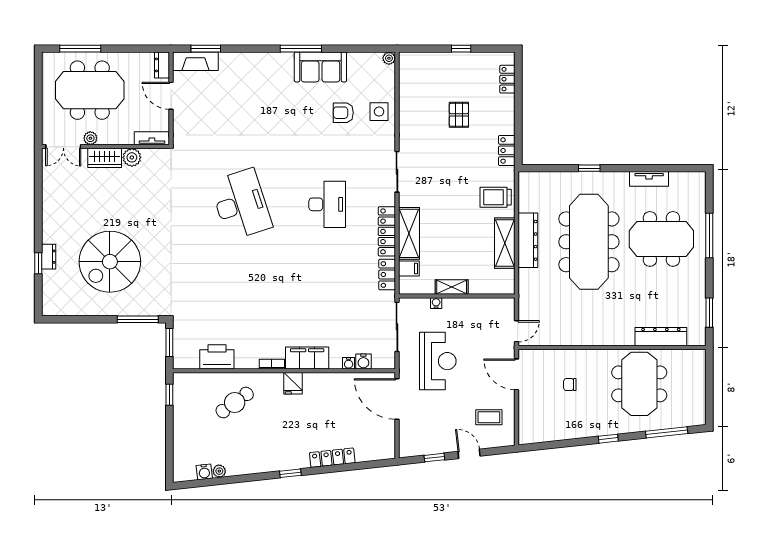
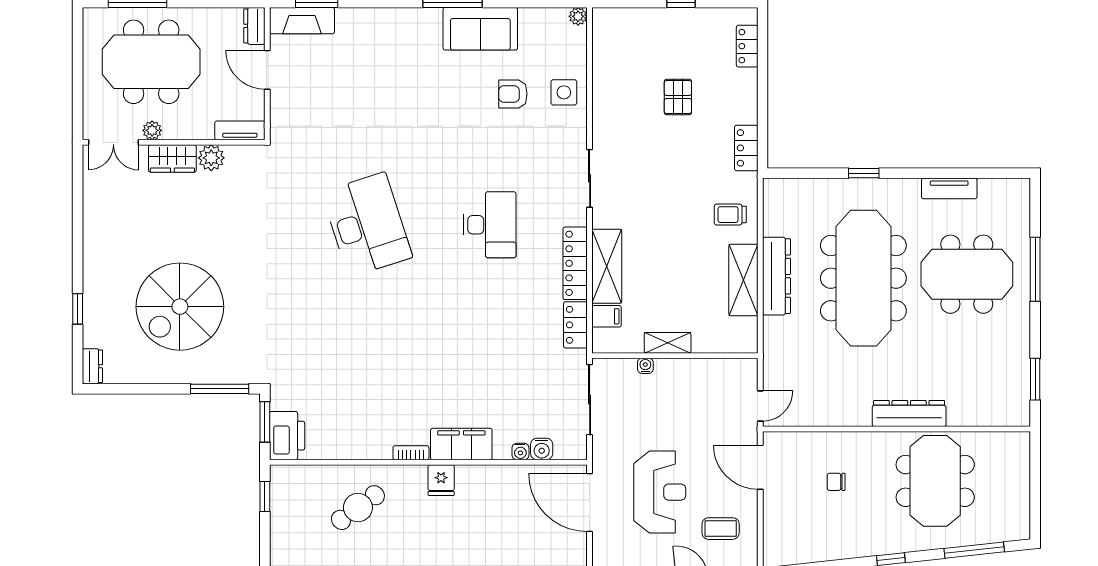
trolley: (496, 197) -> (730, 215), width x0.73, depth x0.72
dresser: (49, 257) -> (92, 366), moved
dresser: (661, 337) -> (909, 414), moved
printer: (217, 357) -> (287, 436), moved, turned 90
reception desk: (438, 361) -> (660, 492), moved

